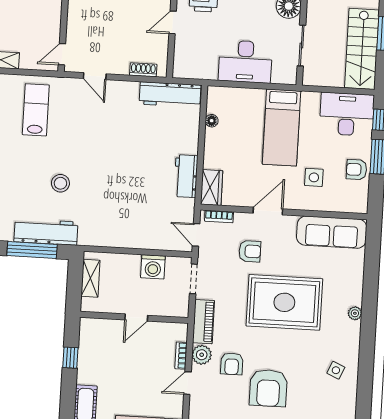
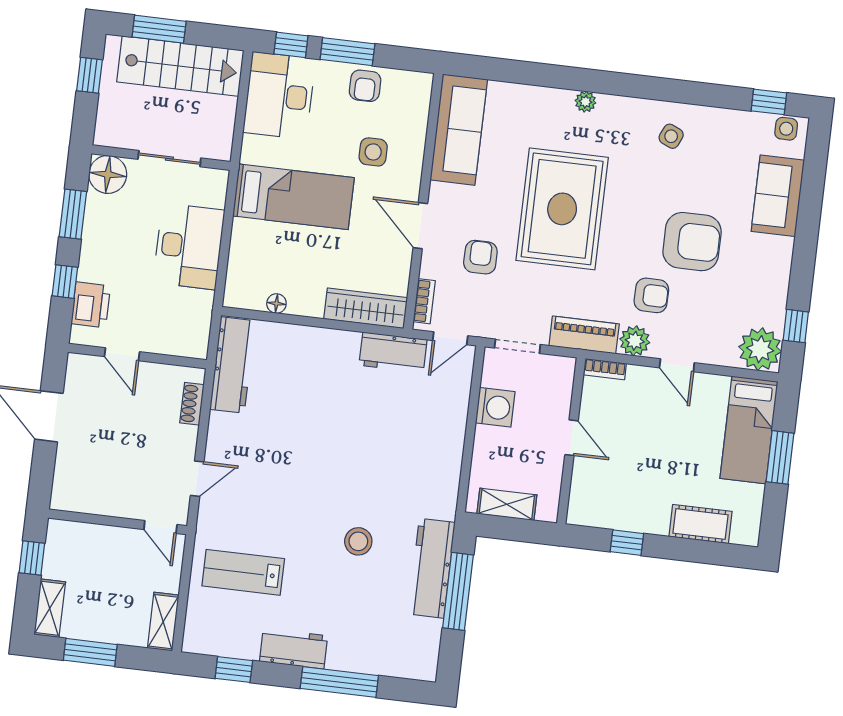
workbench: (186, 176) -> (393, 352), moved
wardrobe: (212, 187) -> (366, 308), width x1.50
bookcase: (181, 356) -> (605, 369), moved

